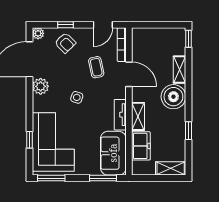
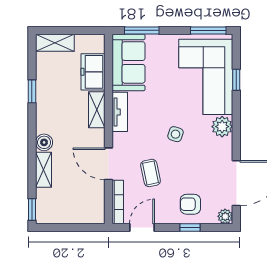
armchair: (65, 43) -> (190, 204), turned -45
plant: (41, 86) -> (222, 127), moved
boiler: (173, 97) -> (44, 142), width x0.54, depth x0.54

